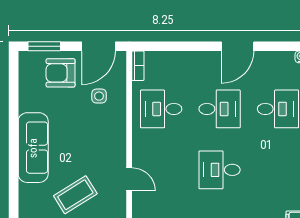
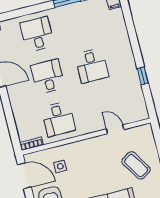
door: (129, 179) -> (115, 129), hinge flipped

